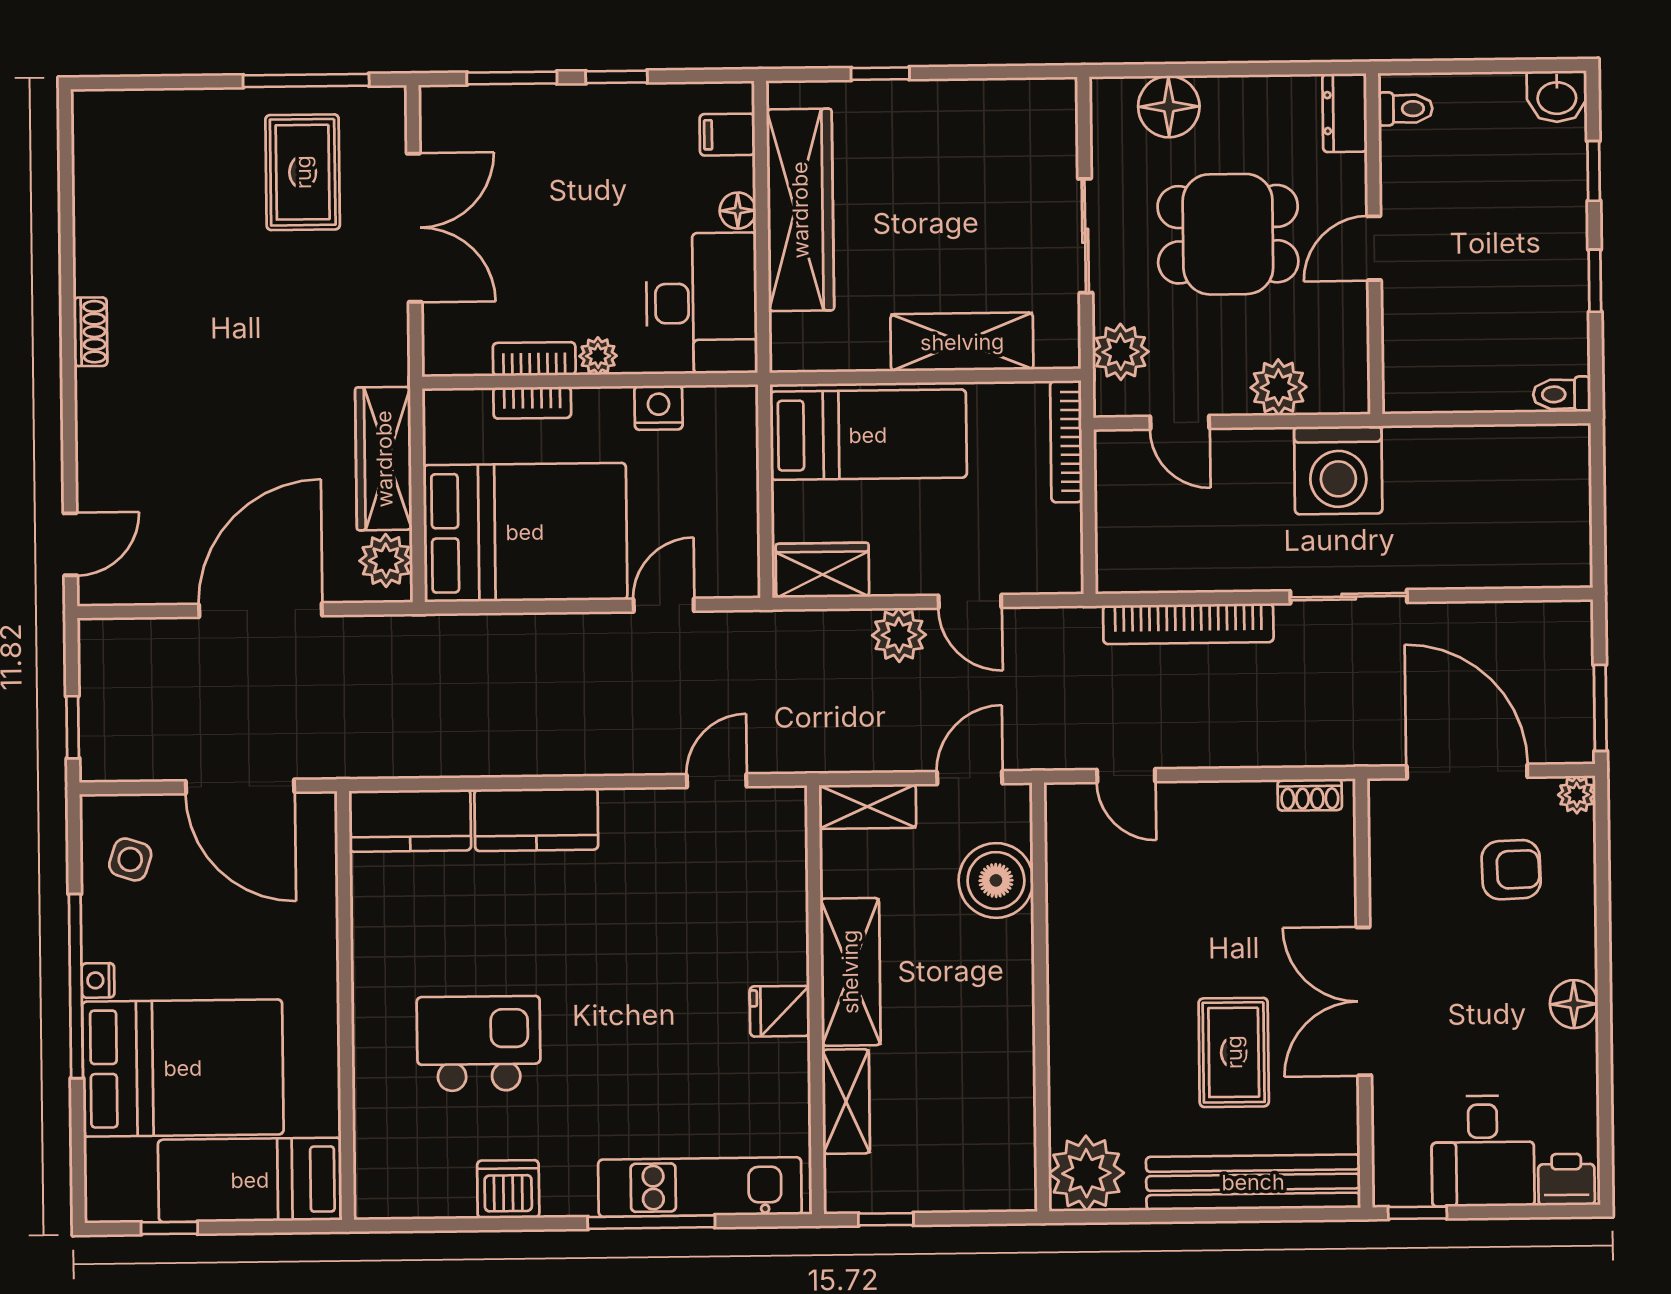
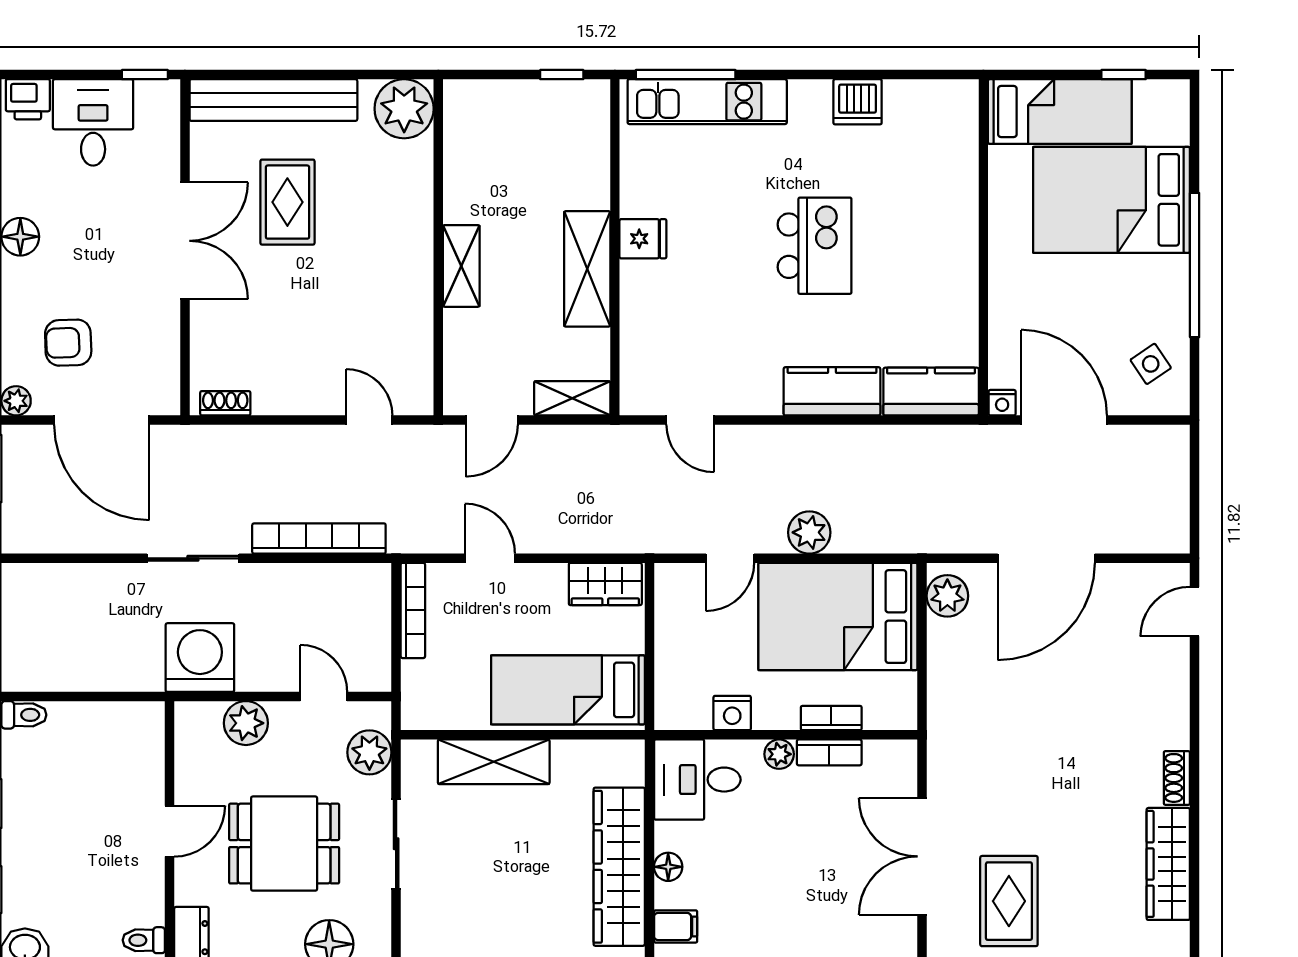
desk: (702, 303) -> (697, 780), width x0.73
bookcase: (1066, 441) -> (413, 610), moved
wardrobe: (384, 459) -> (1168, 864), moved, turned 180
plant: (899, 635) -> (809, 532), moved
window: (73, 727) -> (1195, 468), removed
door: (717, 781) -> (690, 420), hinge flipped
side table: (130, 859) -> (1151, 364), turned 38
boiler: (996, 880) -> (472, 339), removed
nightstand: (98, 980) -> (1002, 403), moved, turned 90
kitchen island: (479, 1044) -> (815, 246), moved, turned -90
shelving: (846, 1102) -> (461, 266), moved
window: (651, 1222) -> (686, 75), moved

